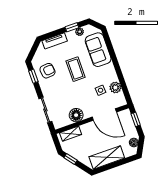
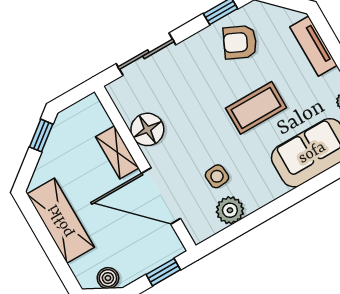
armchair: (48, 71) -> (240, 42), turned 120
door: (104, 115) -> (161, 196), hinge flipped
shelving: (71, 134) -> (117, 152), moved

